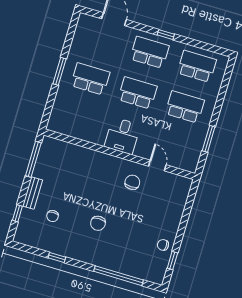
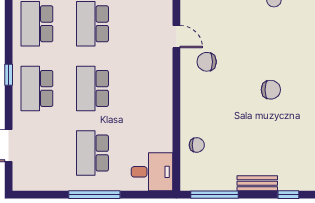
window: (59, 71) -> (94, 195), width x1.44
desk: (122, 136) -> (152, 172), moved
door: (157, 166) -> (176, 37), swing flipped
chair: (53, 216) -> (197, 145), moved

